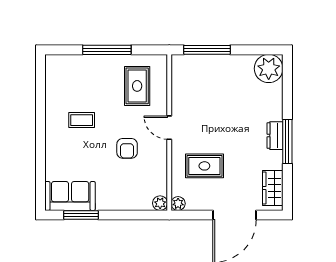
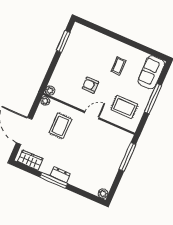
plant: (269, 69) -> (103, 194), width x0.53, depth x0.53
sofa: (70, 196) -> (151, 72), moved, turned 180

